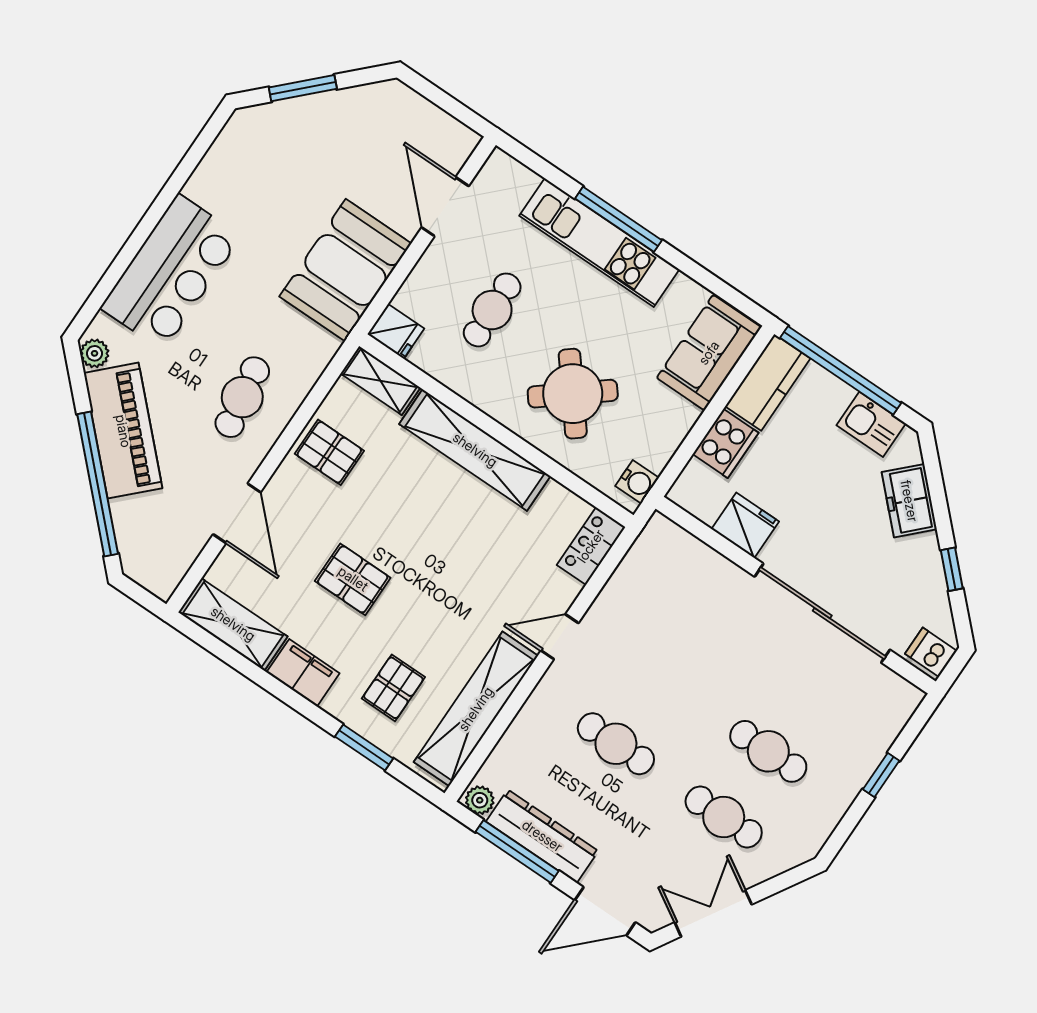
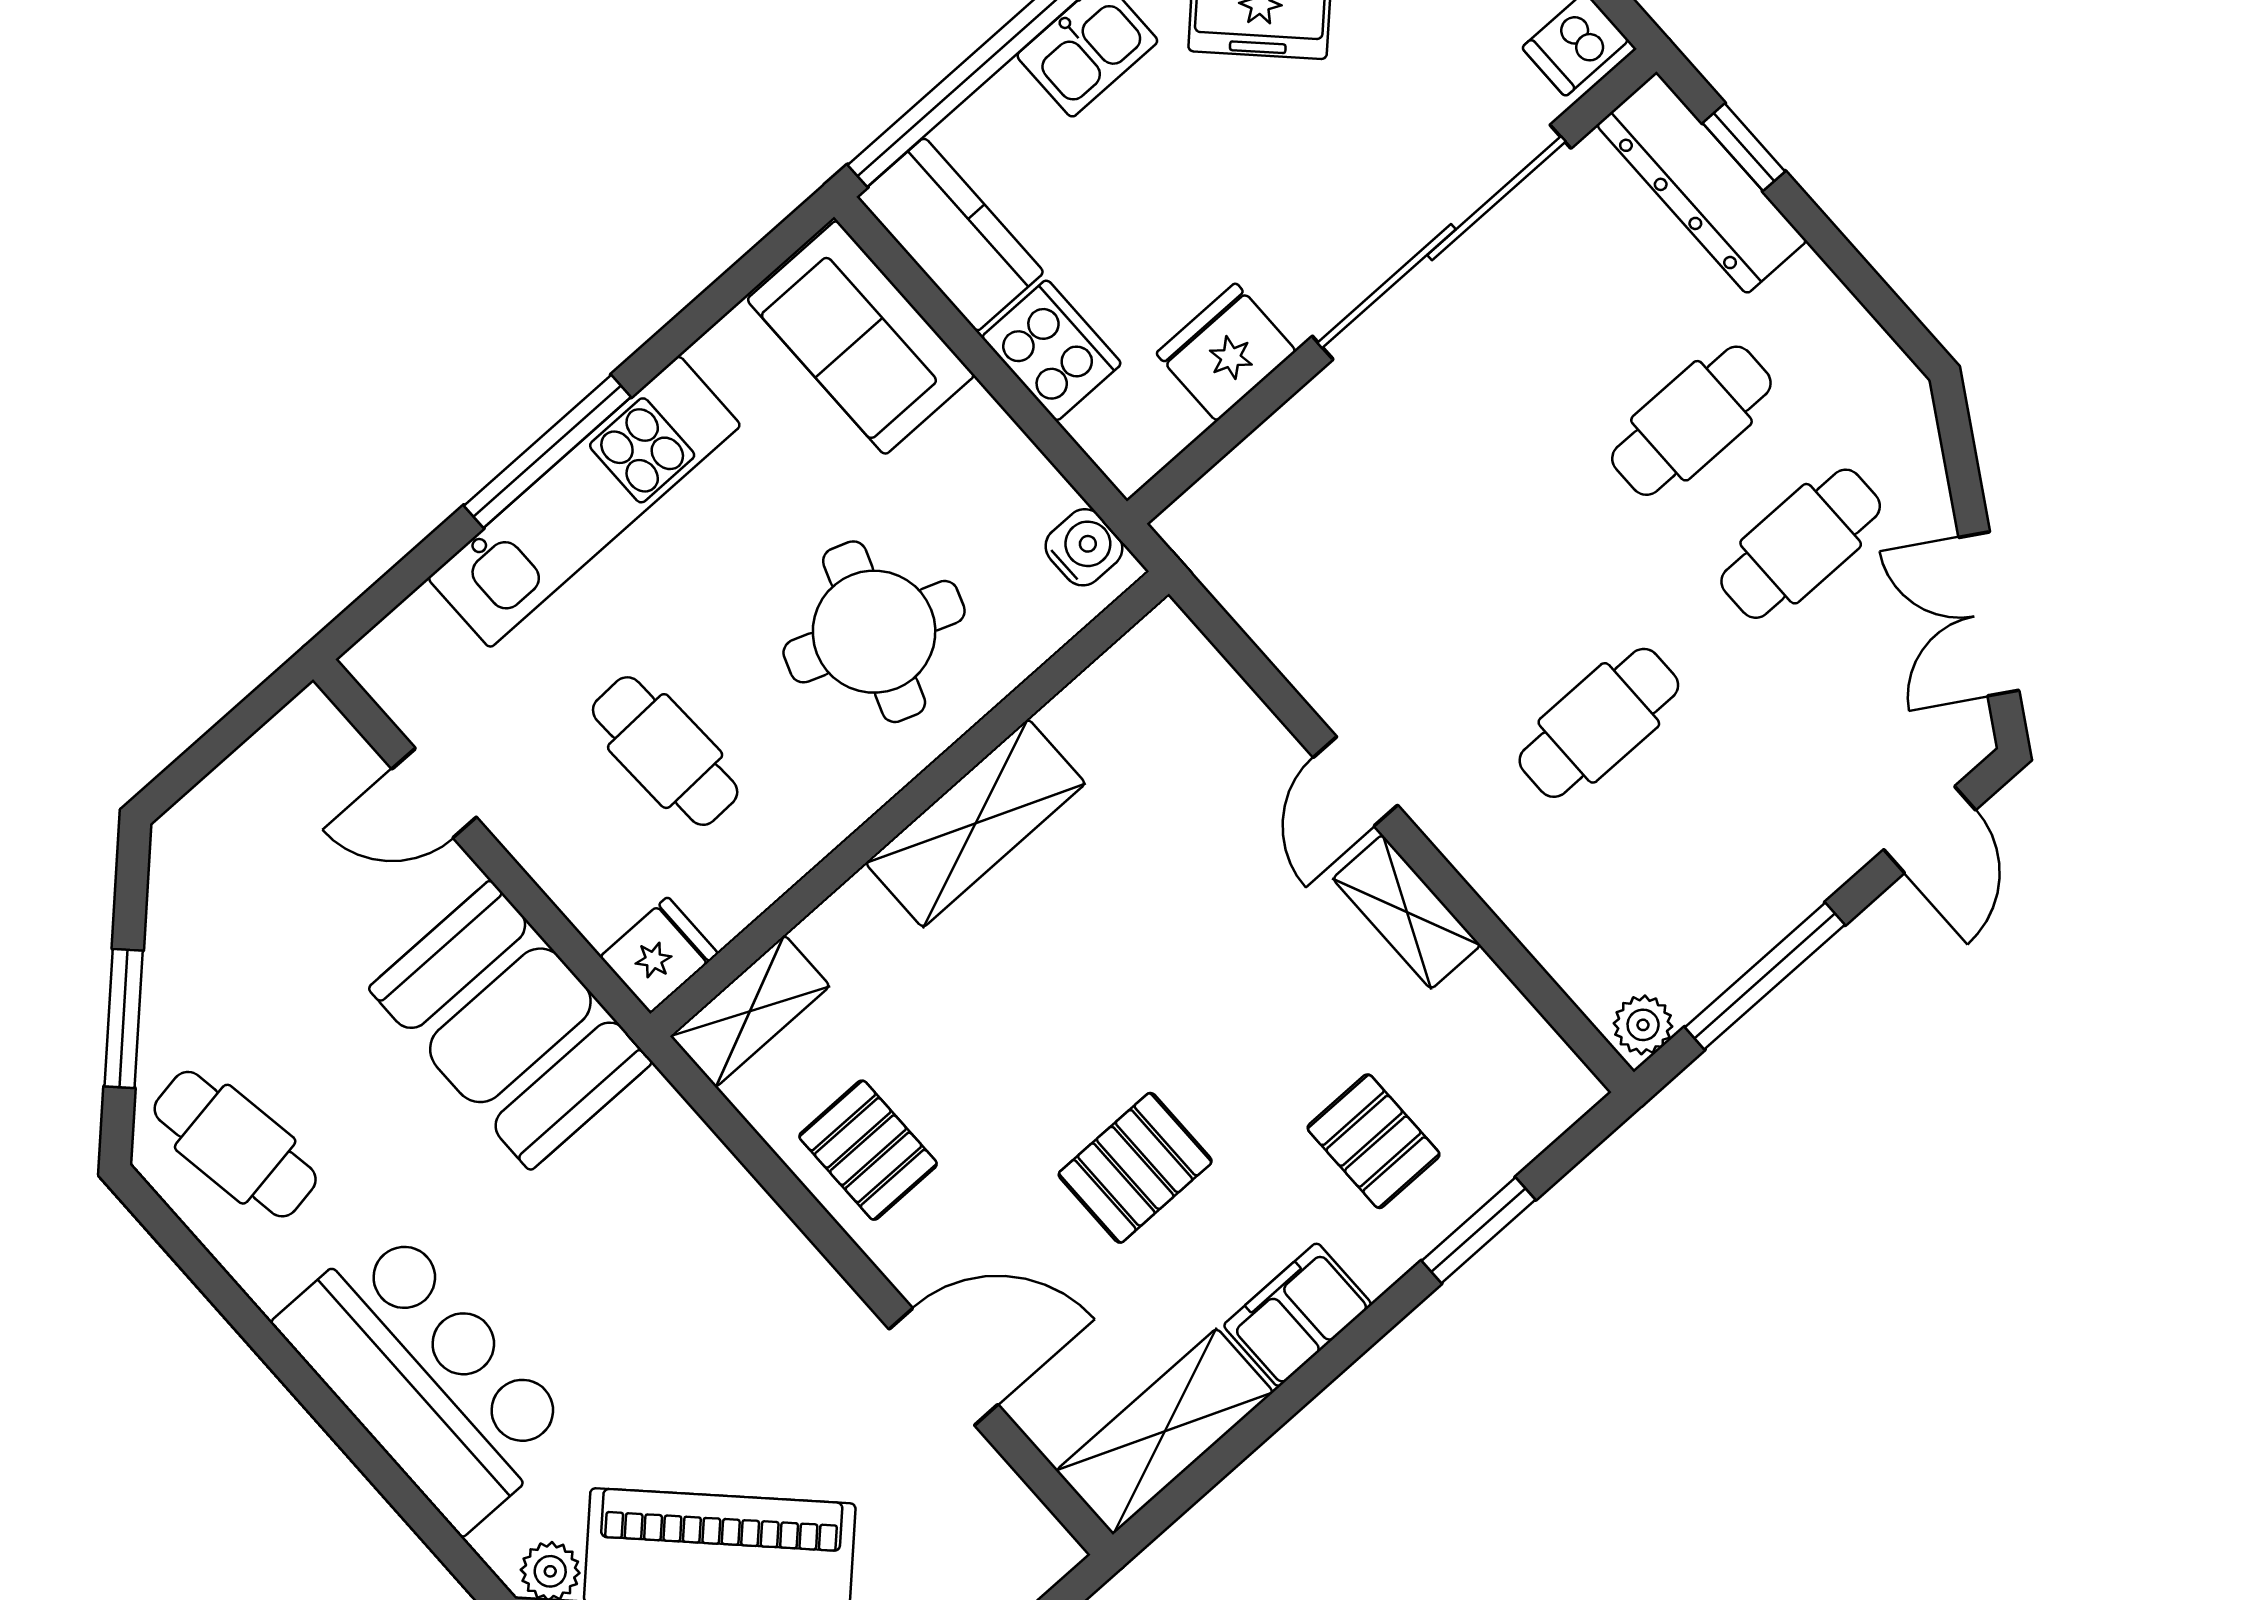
door: (445, 207) -> (434, 793), width x0.73
round table: (573, 394) -> (874, 632), turned -31
cafe table: (242, 397) -> (235, 1144), moved
shelving: (475, 450) -> (975, 823), width x0.68
pallet: (329, 452) -> (868, 1150), turned 90
locker: (591, 546) -> (1190, 672), removed
shelving: (476, 709) -> (1407, 912), width x0.45, depth x0.75
window: (881, 775) -> (1744, 147), moved
dresser: (542, 836) -> (1702, 183), moved, turned -90
door: (605, 911) -> (1930, 830), width x0.73

